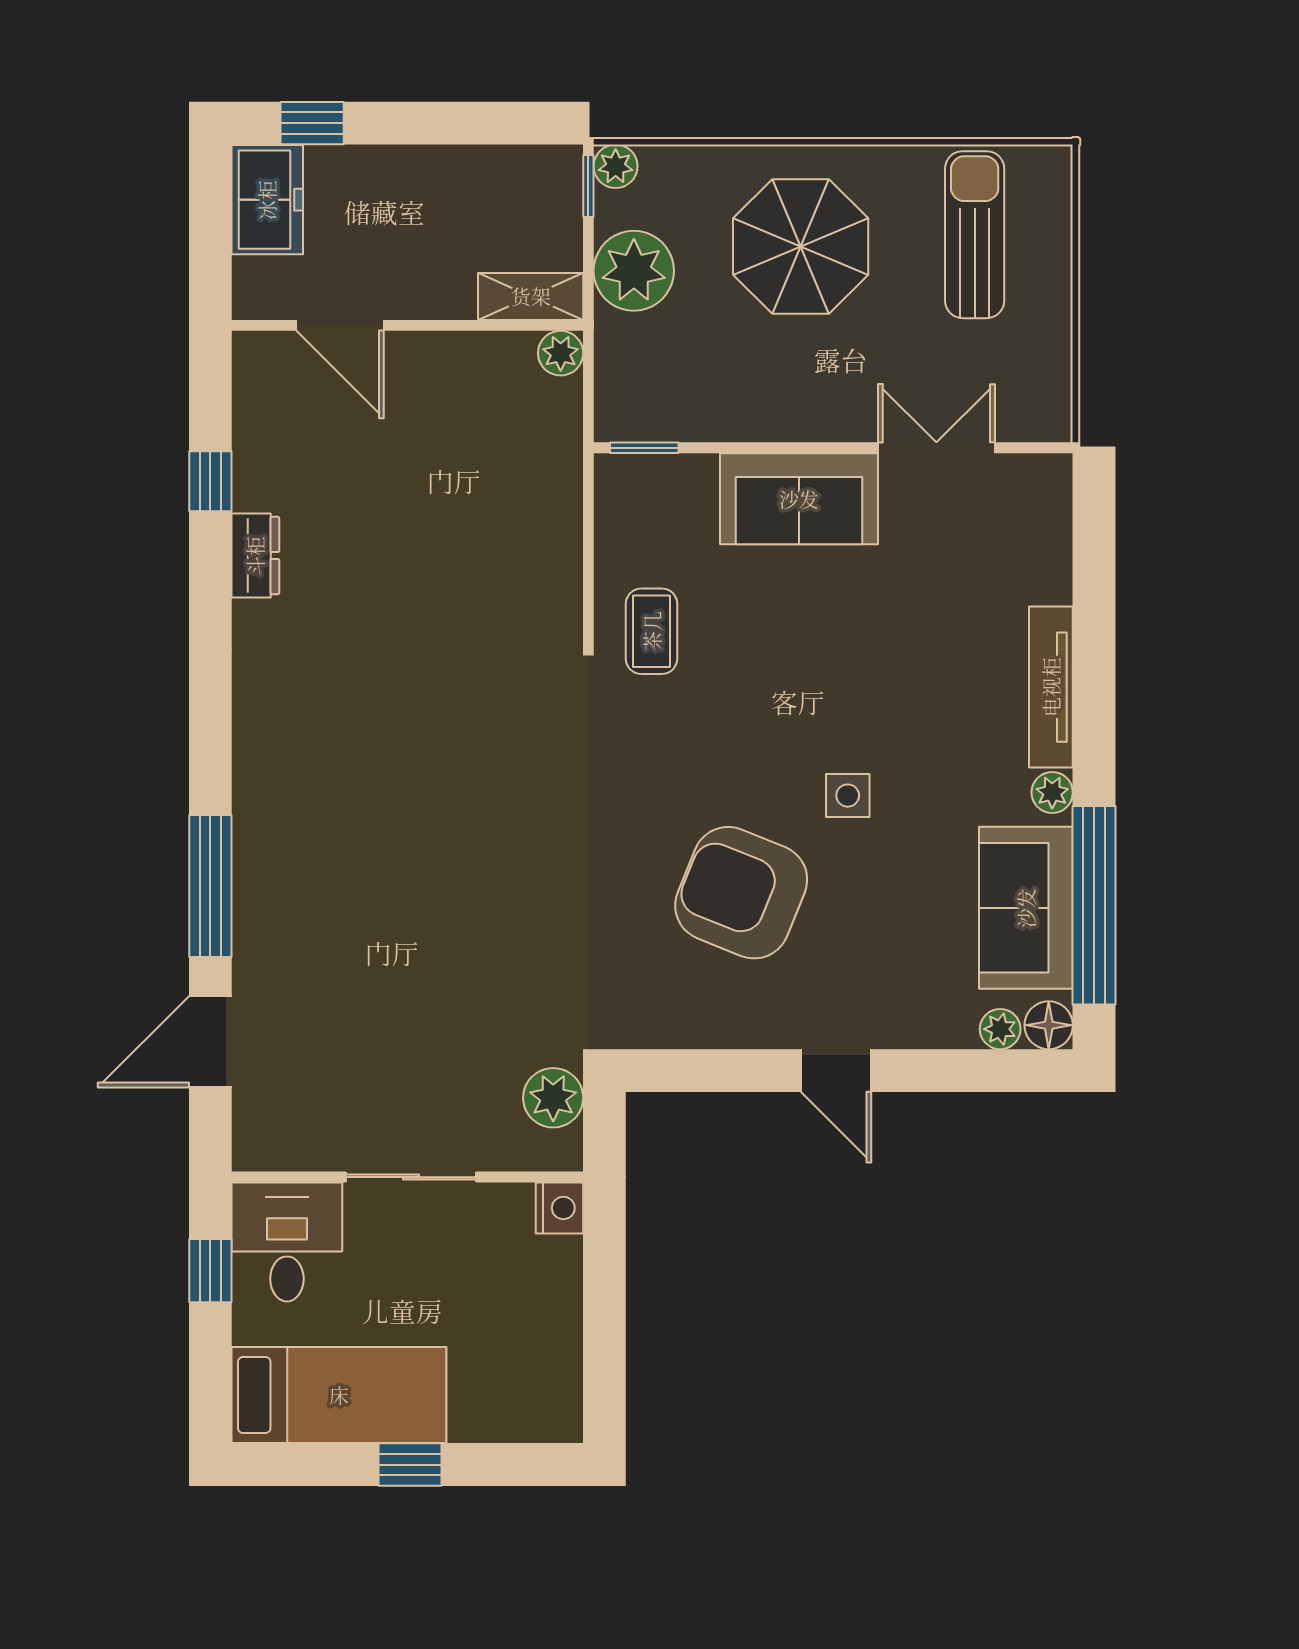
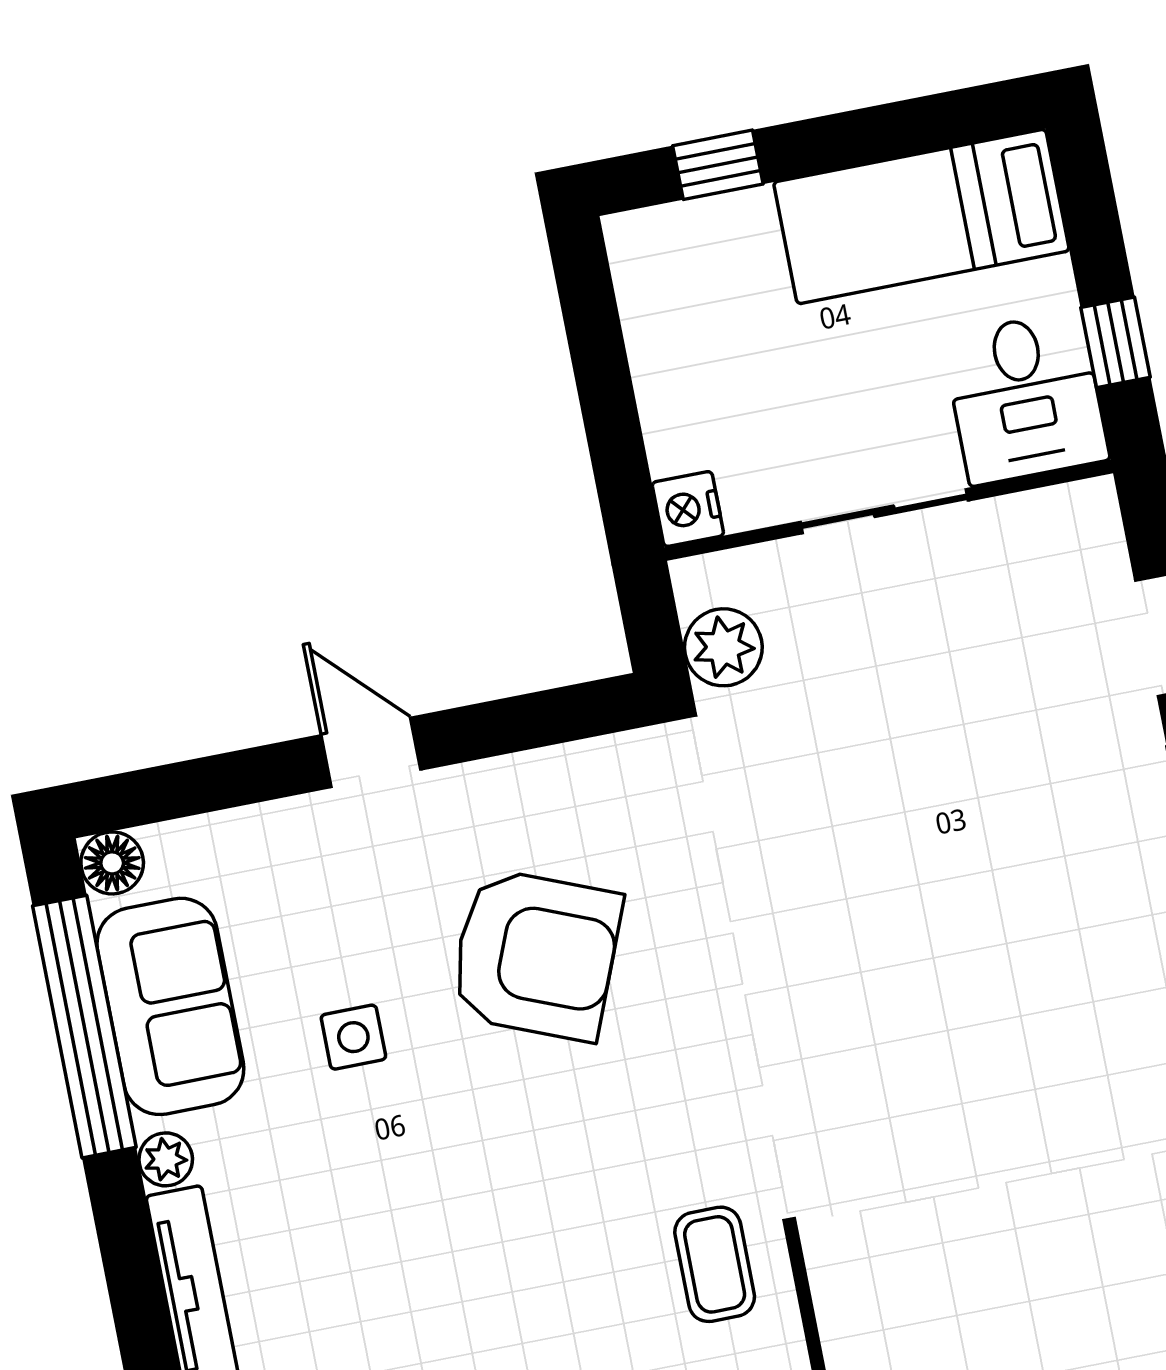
side table: (848, 796) -> (353, 1037), moved
plant: (1000, 1029) -> (173, 846), removed
window: (410, 1465) -> (718, 165), moved

